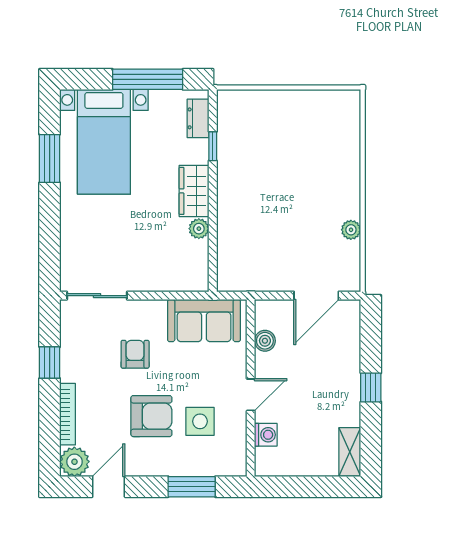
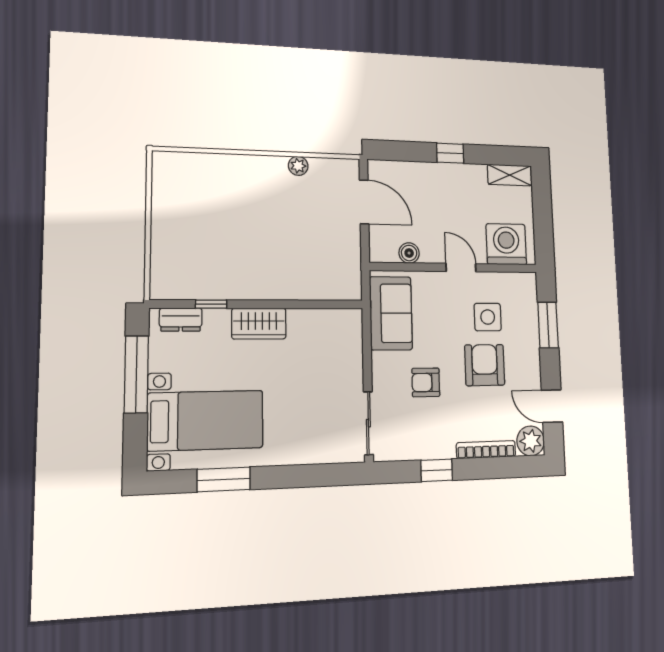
plant: (199, 229) -> (298, 318), removed
washing machine: (266, 435) -> (506, 244), width x1.89, depth x1.89

